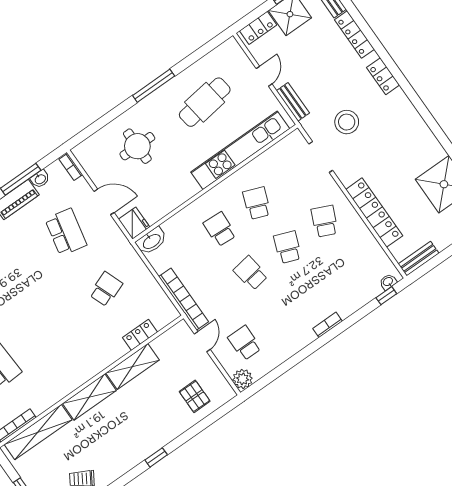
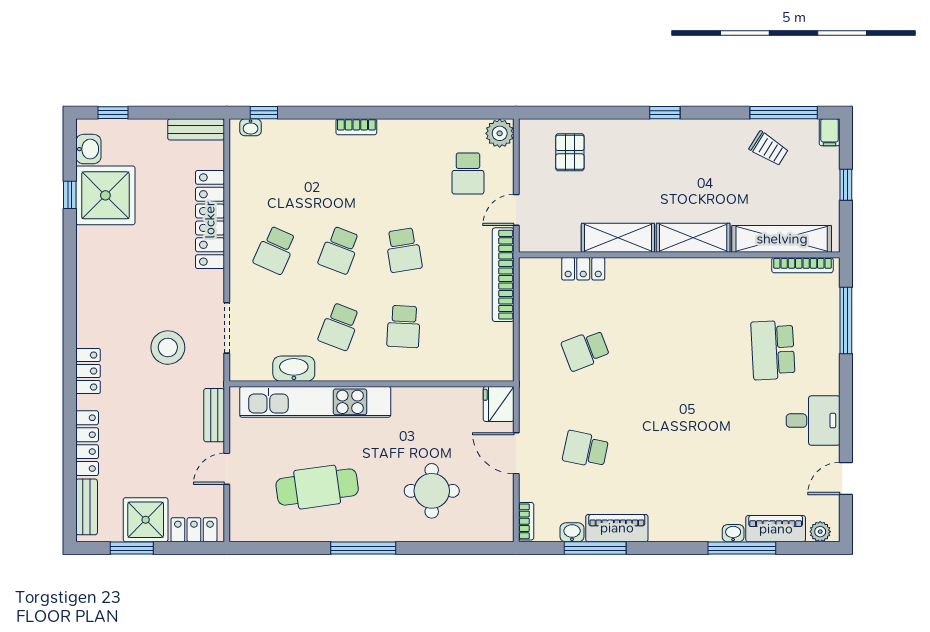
school desk: (66, 232) -> (585, 449), width x0.54
washbasin: (151, 241) -> (294, 369), moved

